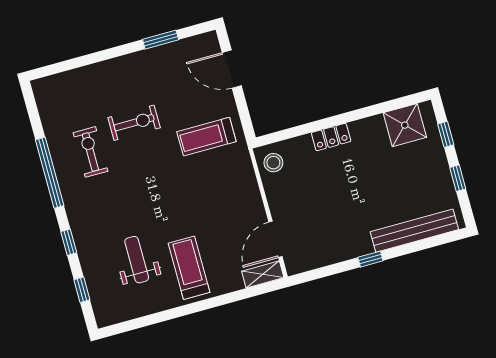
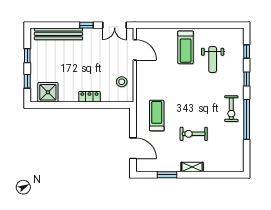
treadmill: (206, 137) -> (157, 115), turned -90
exercise bike: (90, 152) -> (231, 109), moved
stool: (273, 163) -> (122, 82), moved
door: (276, 239) -> (135, 50), hinge flipped
double door: (322, 272) -> (115, 25), added
shelving: (263, 274) -> (192, 167), moved

